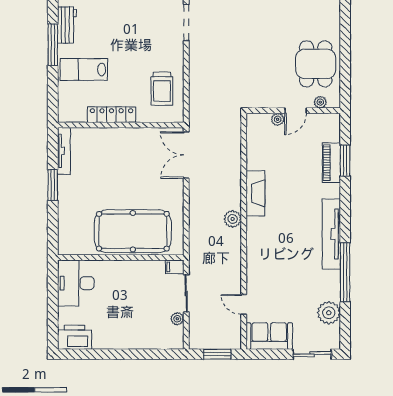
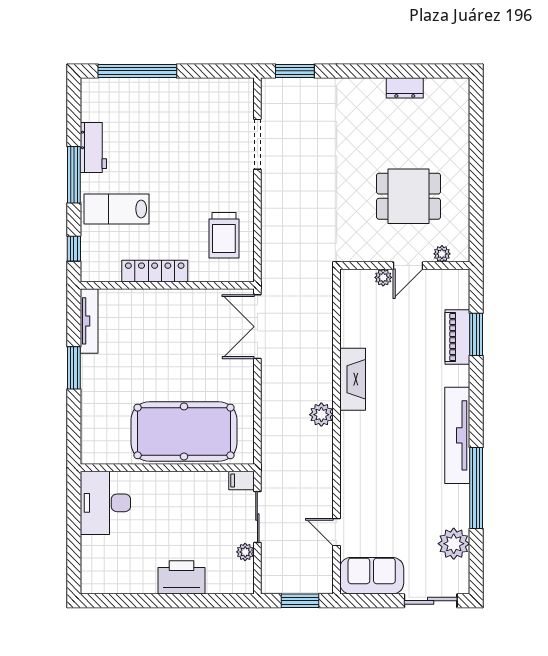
dining table: (316, 64) -> (409, 196), moved, turned 90
window: (53, 98) -> (74, 249), added
printer: (75, 337) -> (182, 577), moved

